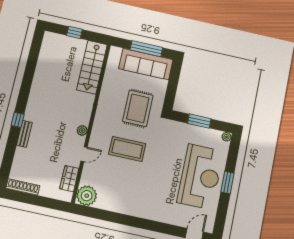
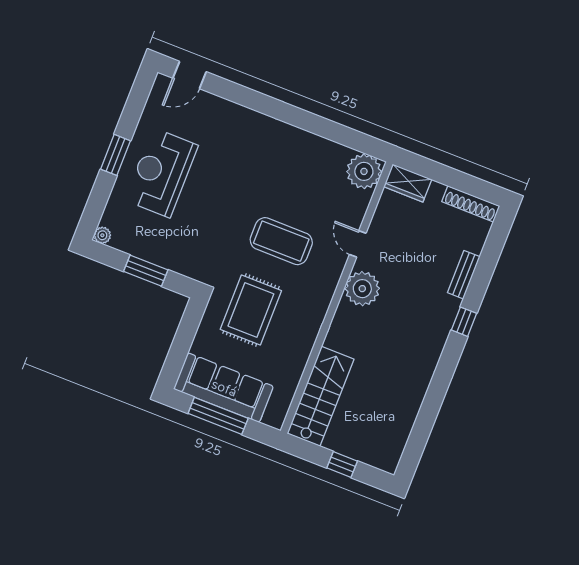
plant: (82, 131) -> (362, 289), width x1.87, depth x1.87
bench: (24, 134) -> (464, 275), moved
door: (84, 154) -> (358, 244), hinge flipped
reception desk: (200, 177) -> (161, 173), width x0.74, depth x0.77
wardrobe: (69, 179) -> (408, 183), moved, turned 90

